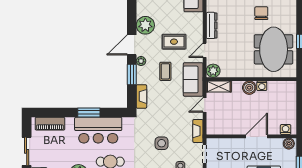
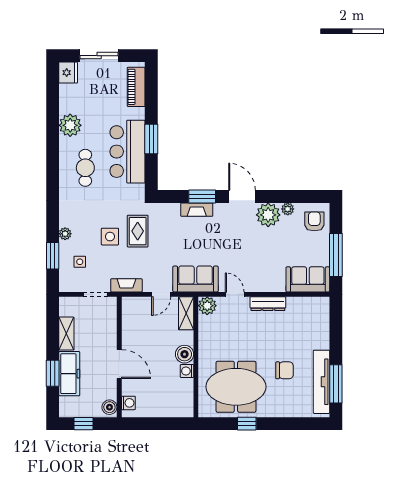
rug: (174, 42) -> (138, 231), moved
plant: (141, 61) -> (288, 209), moved
coffee table: (165, 71) -> (206, 242), removed
fireplace: (141, 96) -> (197, 210), moved
door: (205, 105) -> (161, 294), swing flipped

